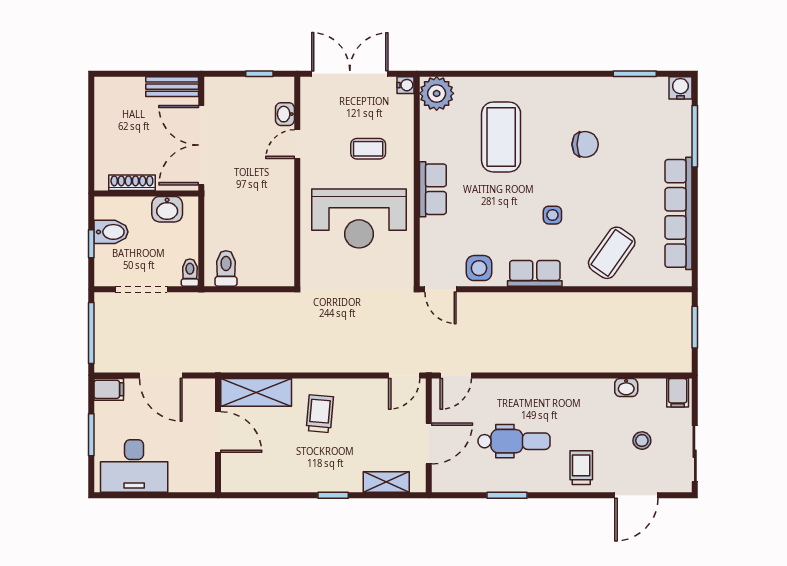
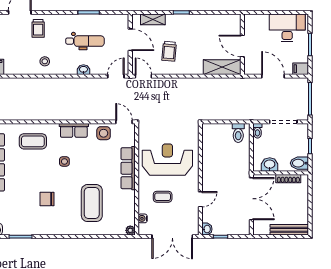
water cooler: (406, 85) -> (143, 218), moved
bench: (172, 87) -> (289, 230), moved, width x1.36
plant: (437, 93) -> (130, 230), width x0.53, depth x0.53
washbasin: (285, 114) -> (207, 229), moved
row of seats: (433, 189) -> (128, 168), width x1.48
bidet: (111, 232) -> (299, 163), moved
coffee table: (612, 253) -> (33, 141), turned 55
door: (404, 375) -> (143, 76), hinge flipped
washbasin: (626, 388) -> (83, 70), moved
trolley: (320, 414) -> (169, 51), moved
dental chair: (514, 441) -> (85, 41), turned 180
stool: (642, 441) -> (45, 61), moved
door: (429, 443) -> (130, 40), swing flipped
trolley: (581, 468) -> (38, 28), moved

